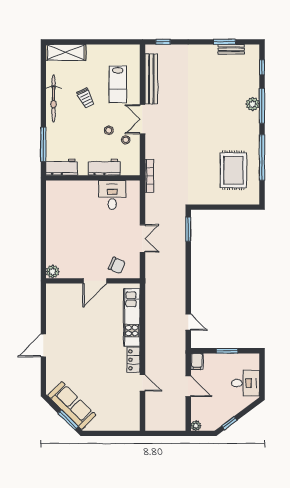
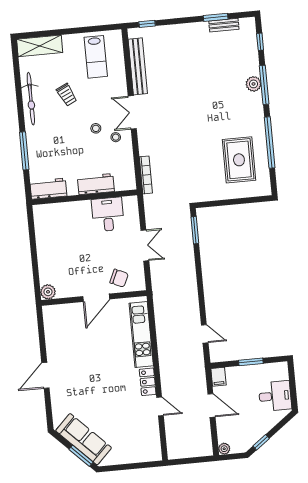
lab bench: (118, 84) -> (96, 57), moved
workbench: (62, 167) -> (48, 189), moved
workbench: (104, 167) -> (96, 184), moved
wall: (93, 178) -> (84, 197), moved
desk: (112, 195) -> (108, 214), moved

